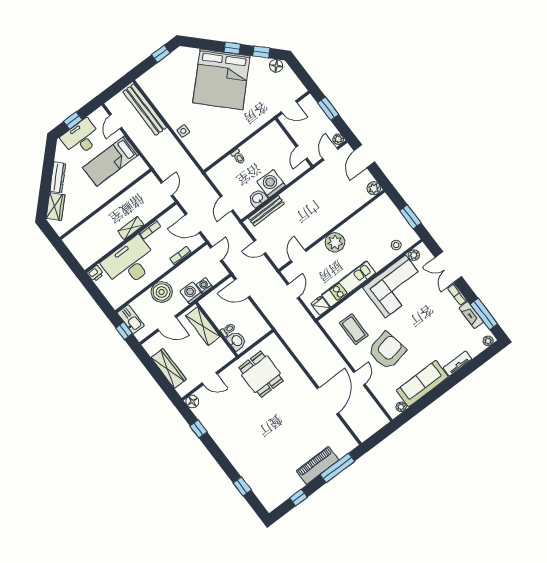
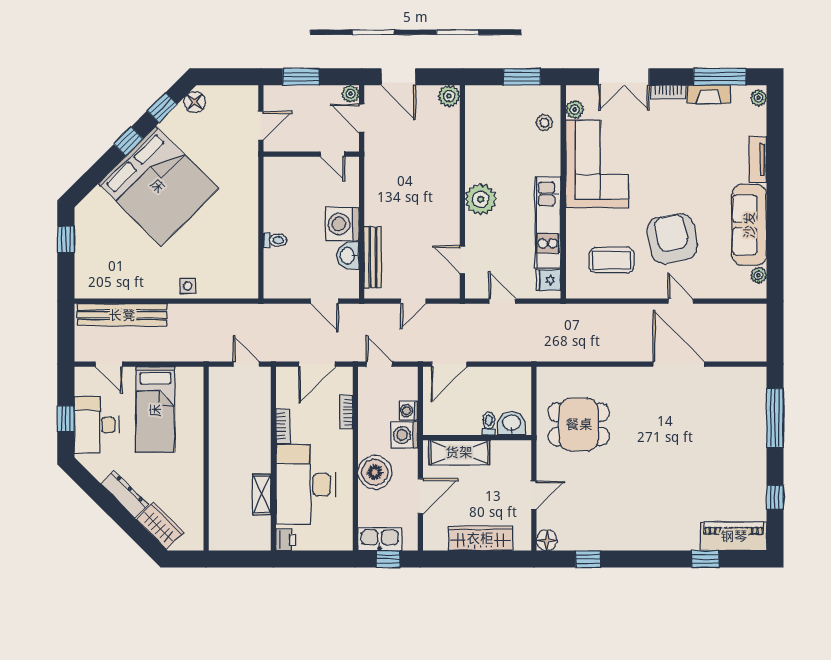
shelving: (131, 228) -> (262, 494), moved
piano: (318, 465) -> (734, 536), moved, turned 90

